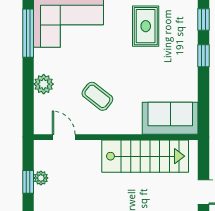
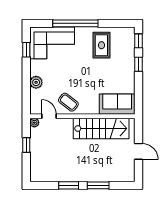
window: (28, 33) -> (26, 50), width x0.46
coffee table: (97, 96) -> (68, 102), moved
plant: (41, 178) -> (34, 123), moved

